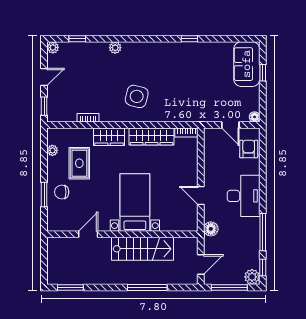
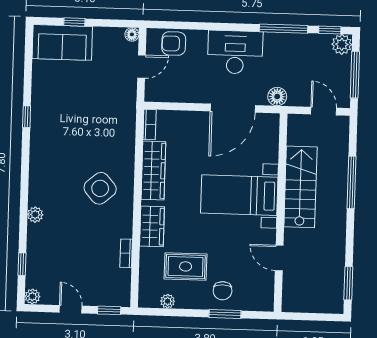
side table: (137, 96) -> (100, 188), turned 36
door: (201, 195) -> (233, 108), width x1.88

